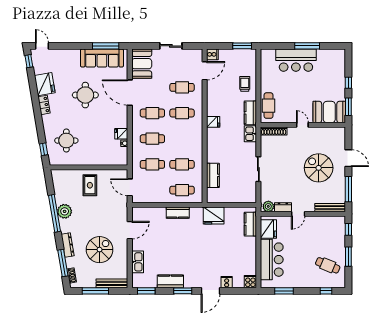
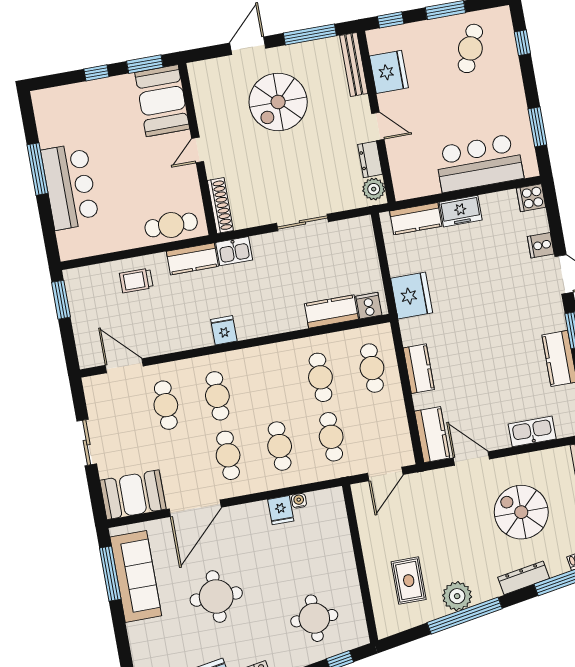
cooker: (212, 54) -> (369, 306), moved
rug: (90, 185) -> (409, 581), moved, turned 90
kitchen counter: (145, 213) -> (432, 435), added
fridge: (268, 229) -> (389, 72), moved, turned 90
freezer: (250, 246) -> (461, 211), added

